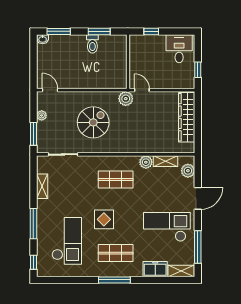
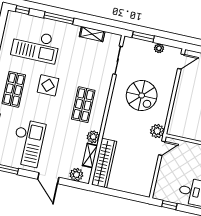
wardrobe: (187, 117) -> (104, 163), moved, turned 90

